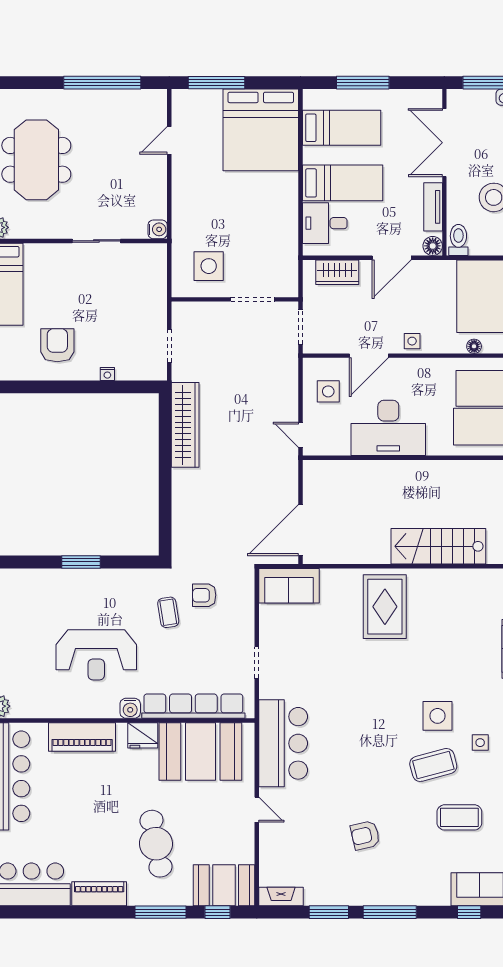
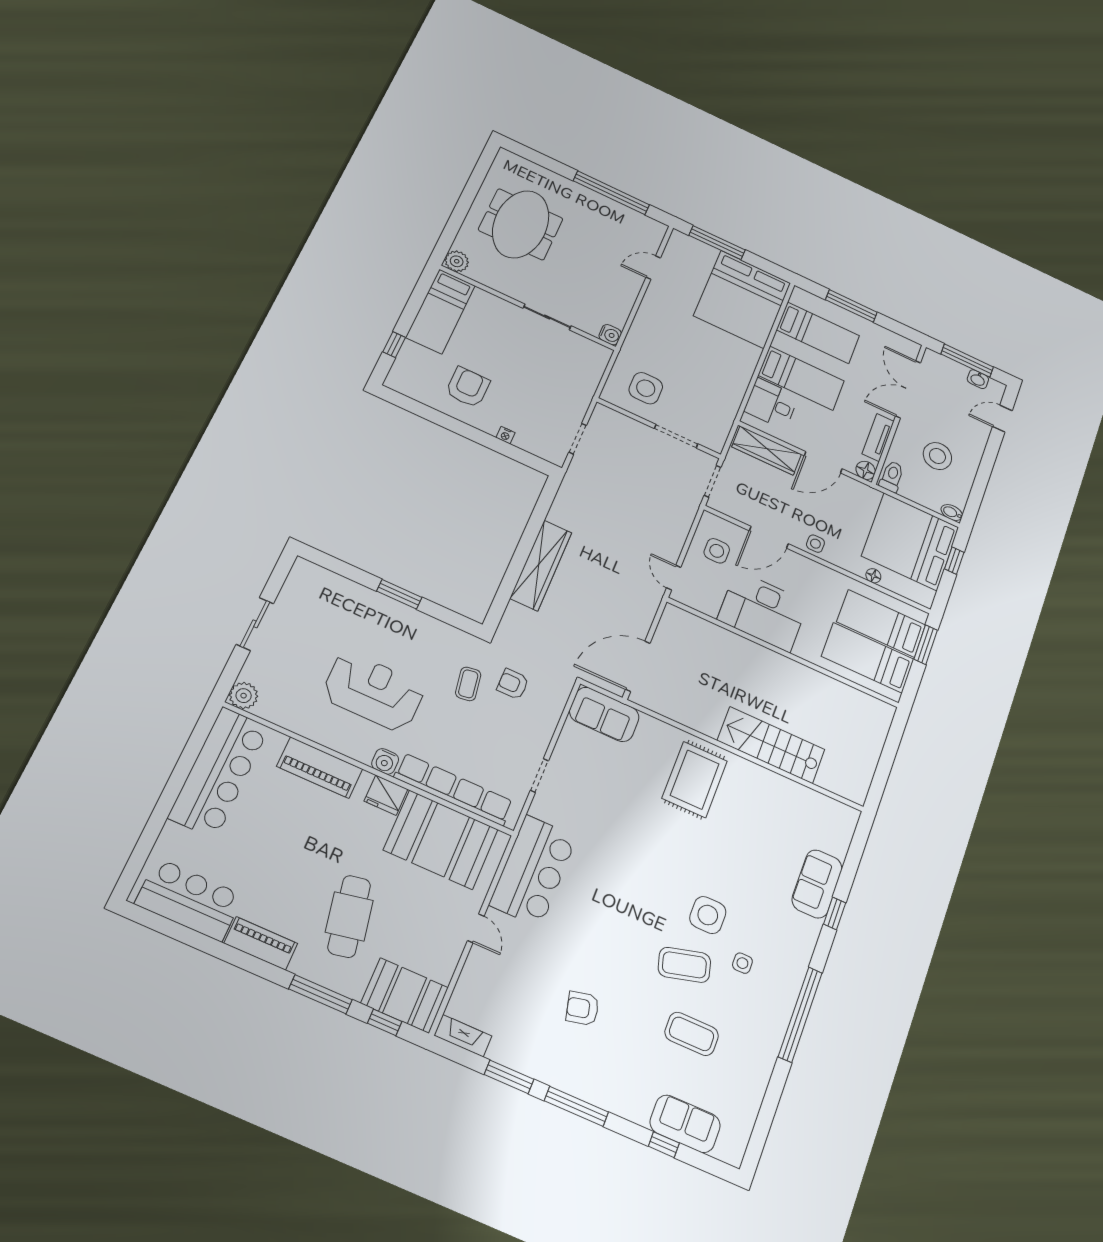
wardrobe: (337, 272) -> (767, 451), width x1.50
wardrobe: (185, 425) -> (541, 565), moved
reception desk: (96, 655) -> (373, 691), turned 180

